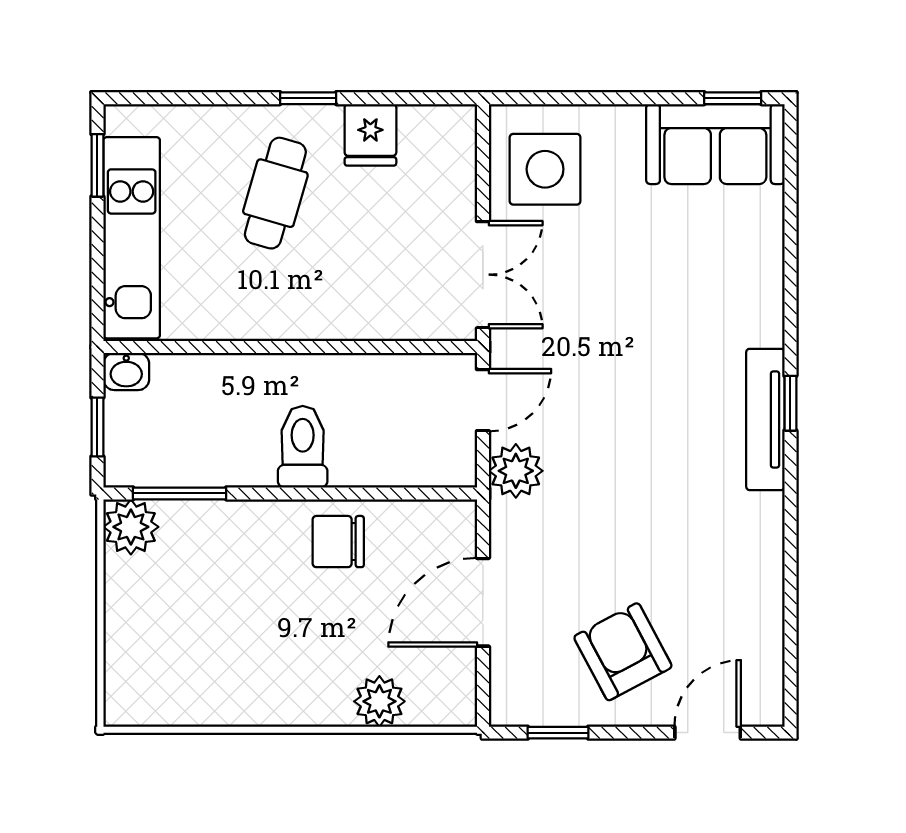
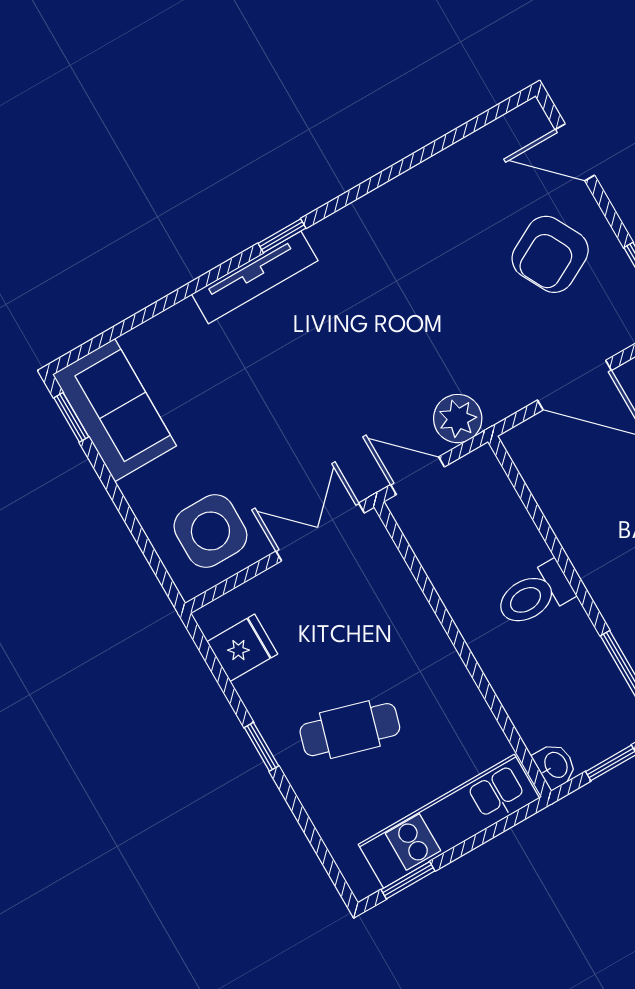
fridge: (370, 135) -> (242, 648), moved
tv unit: (765, 419) -> (255, 277), moved
chair: (338, 542) -> (592, 525), removed

